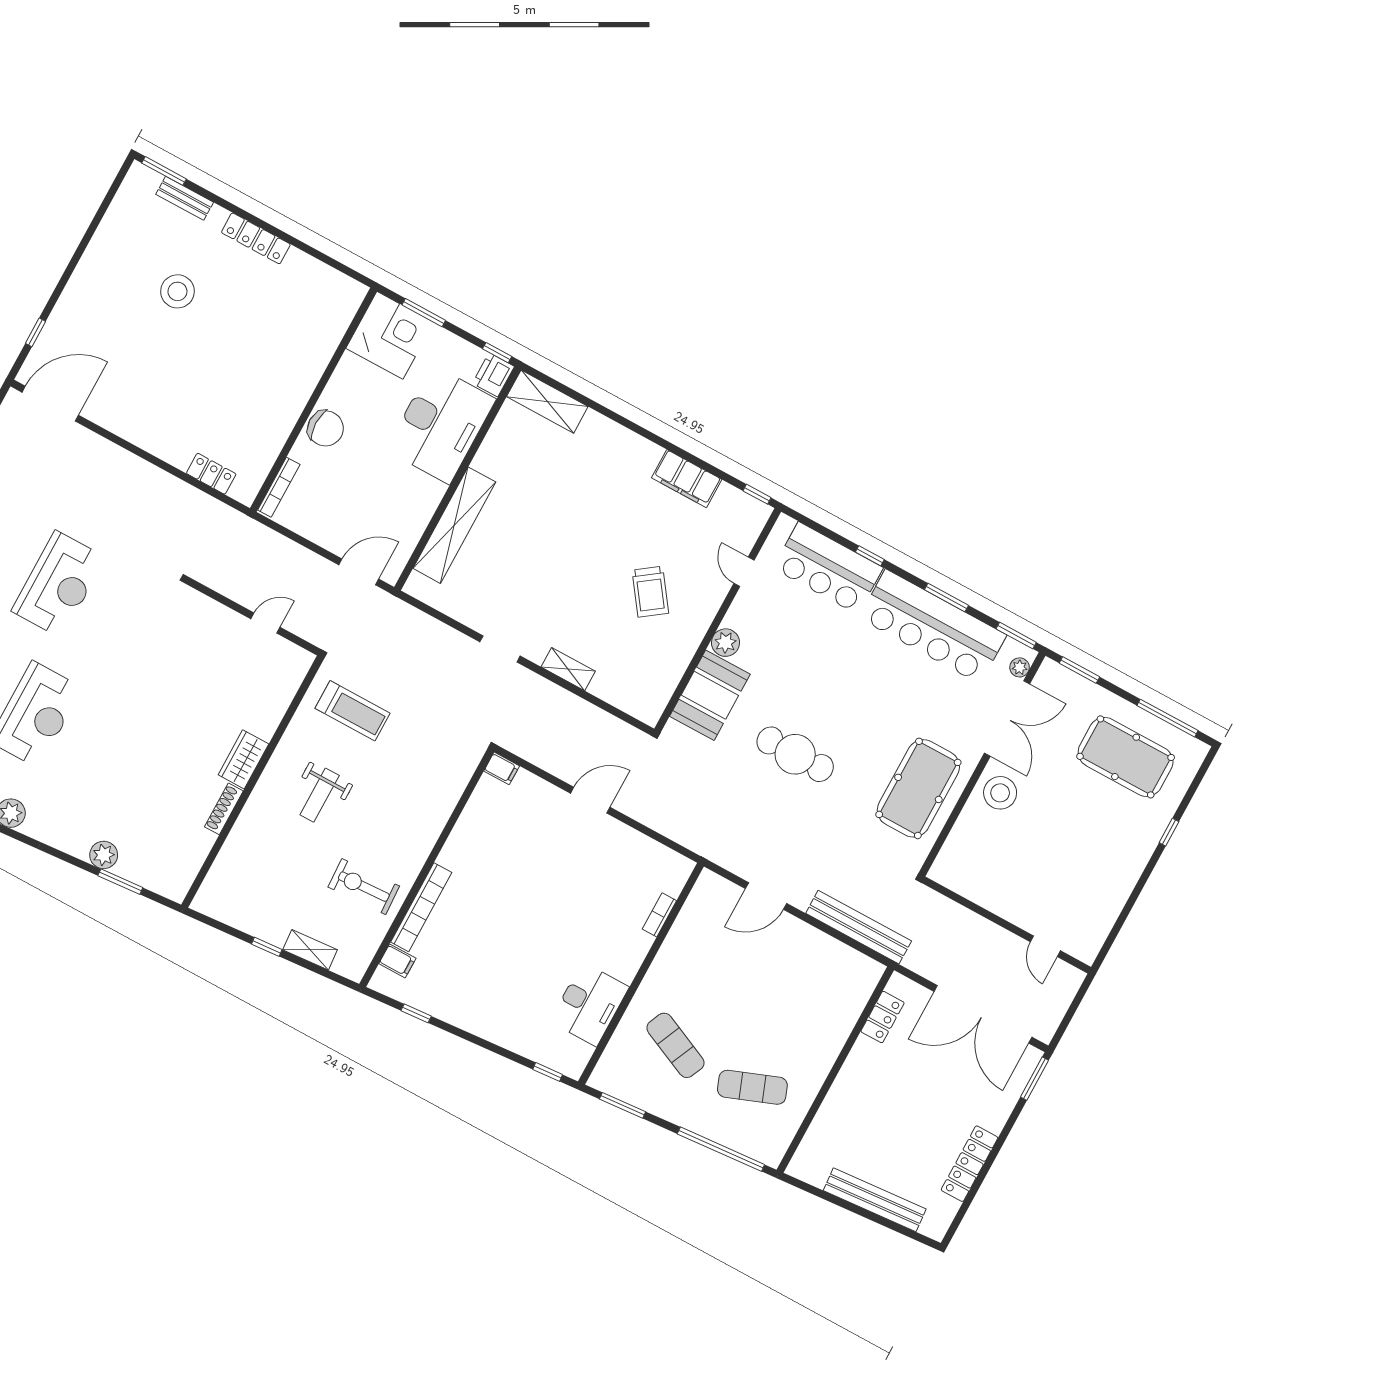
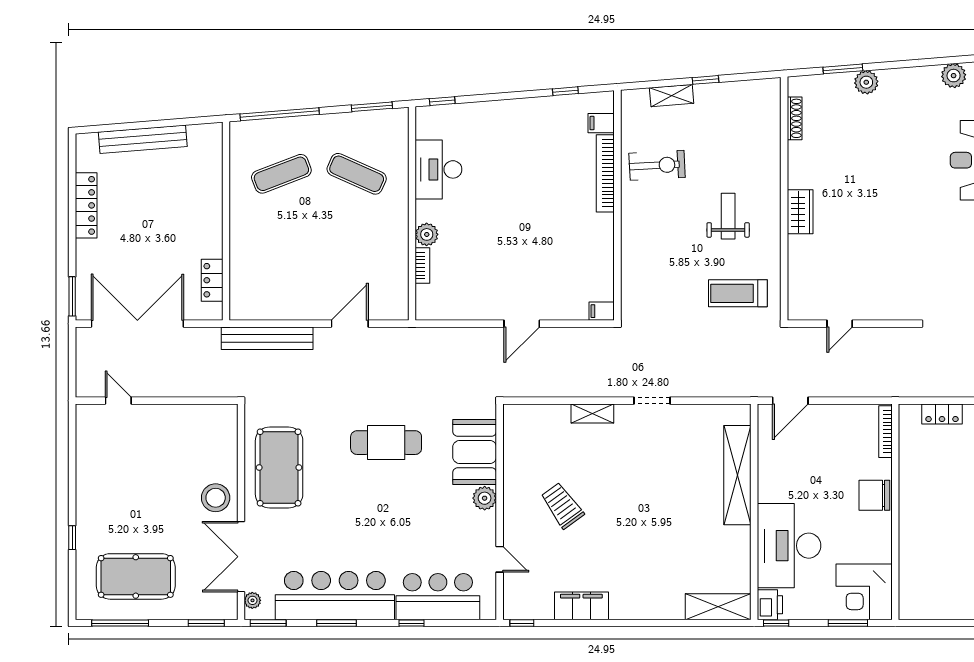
shoe rack: (224, 809) -> (795, 118), moved
plant: (638, 944) -> (427, 234), added

